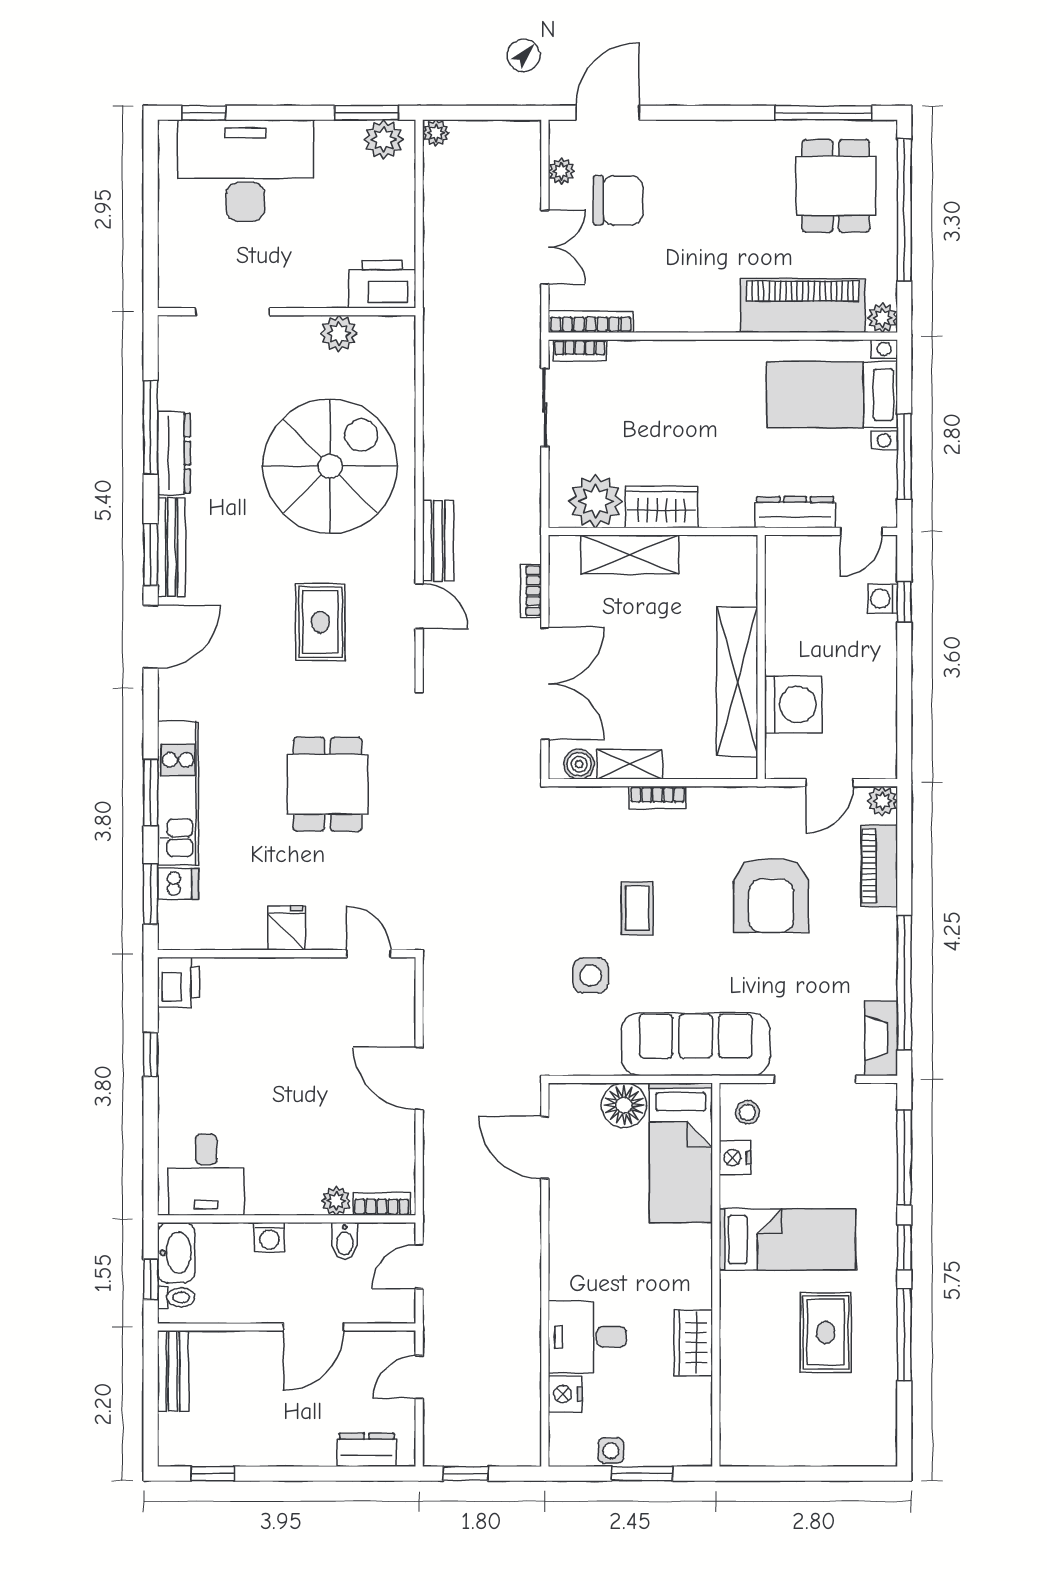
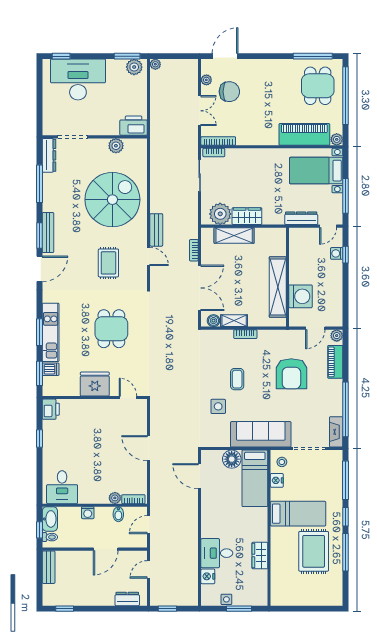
dresser: (174, 453) -> (49, 155), moved
fridge: (287, 928) -> (95, 384), width x1.88, depth x1.34
rug: (826, 1332) -> (314, 551), width x1.36, depth x1.43

